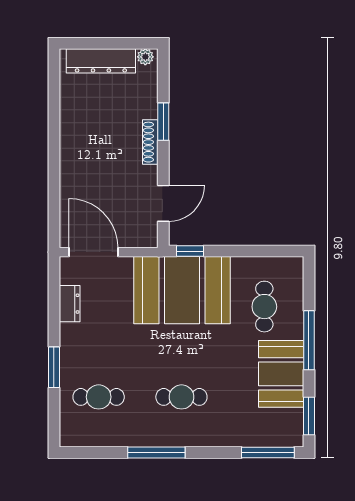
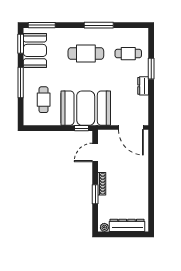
dresser: (70, 304) -> (143, 86), moved
booth: (281, 374) -> (35, 50), moved
cafe table: (181, 397) -> (86, 54), width x1.37, depth x1.35

